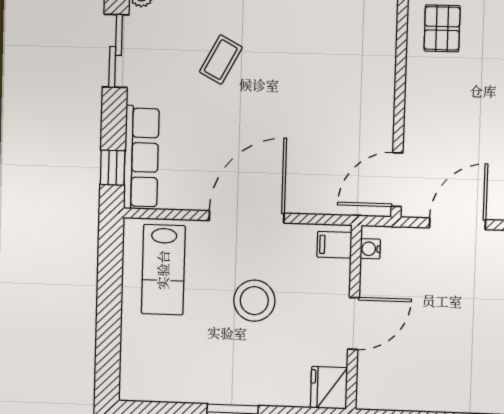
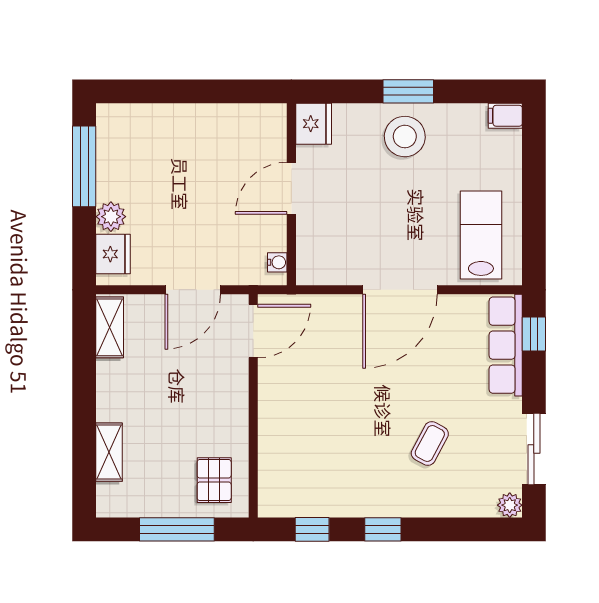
filing cabinet: (334, 245) -> (505, 116), moved, turned 180
stool: (254, 301) -> (405, 137), moved

